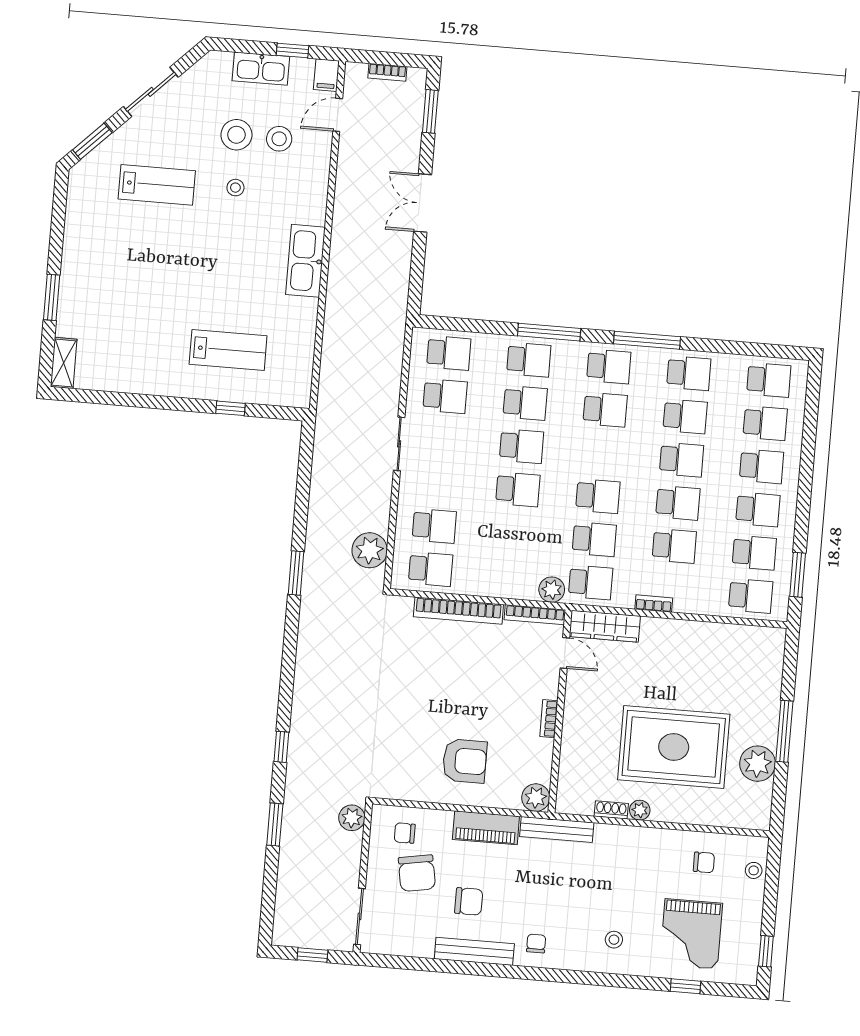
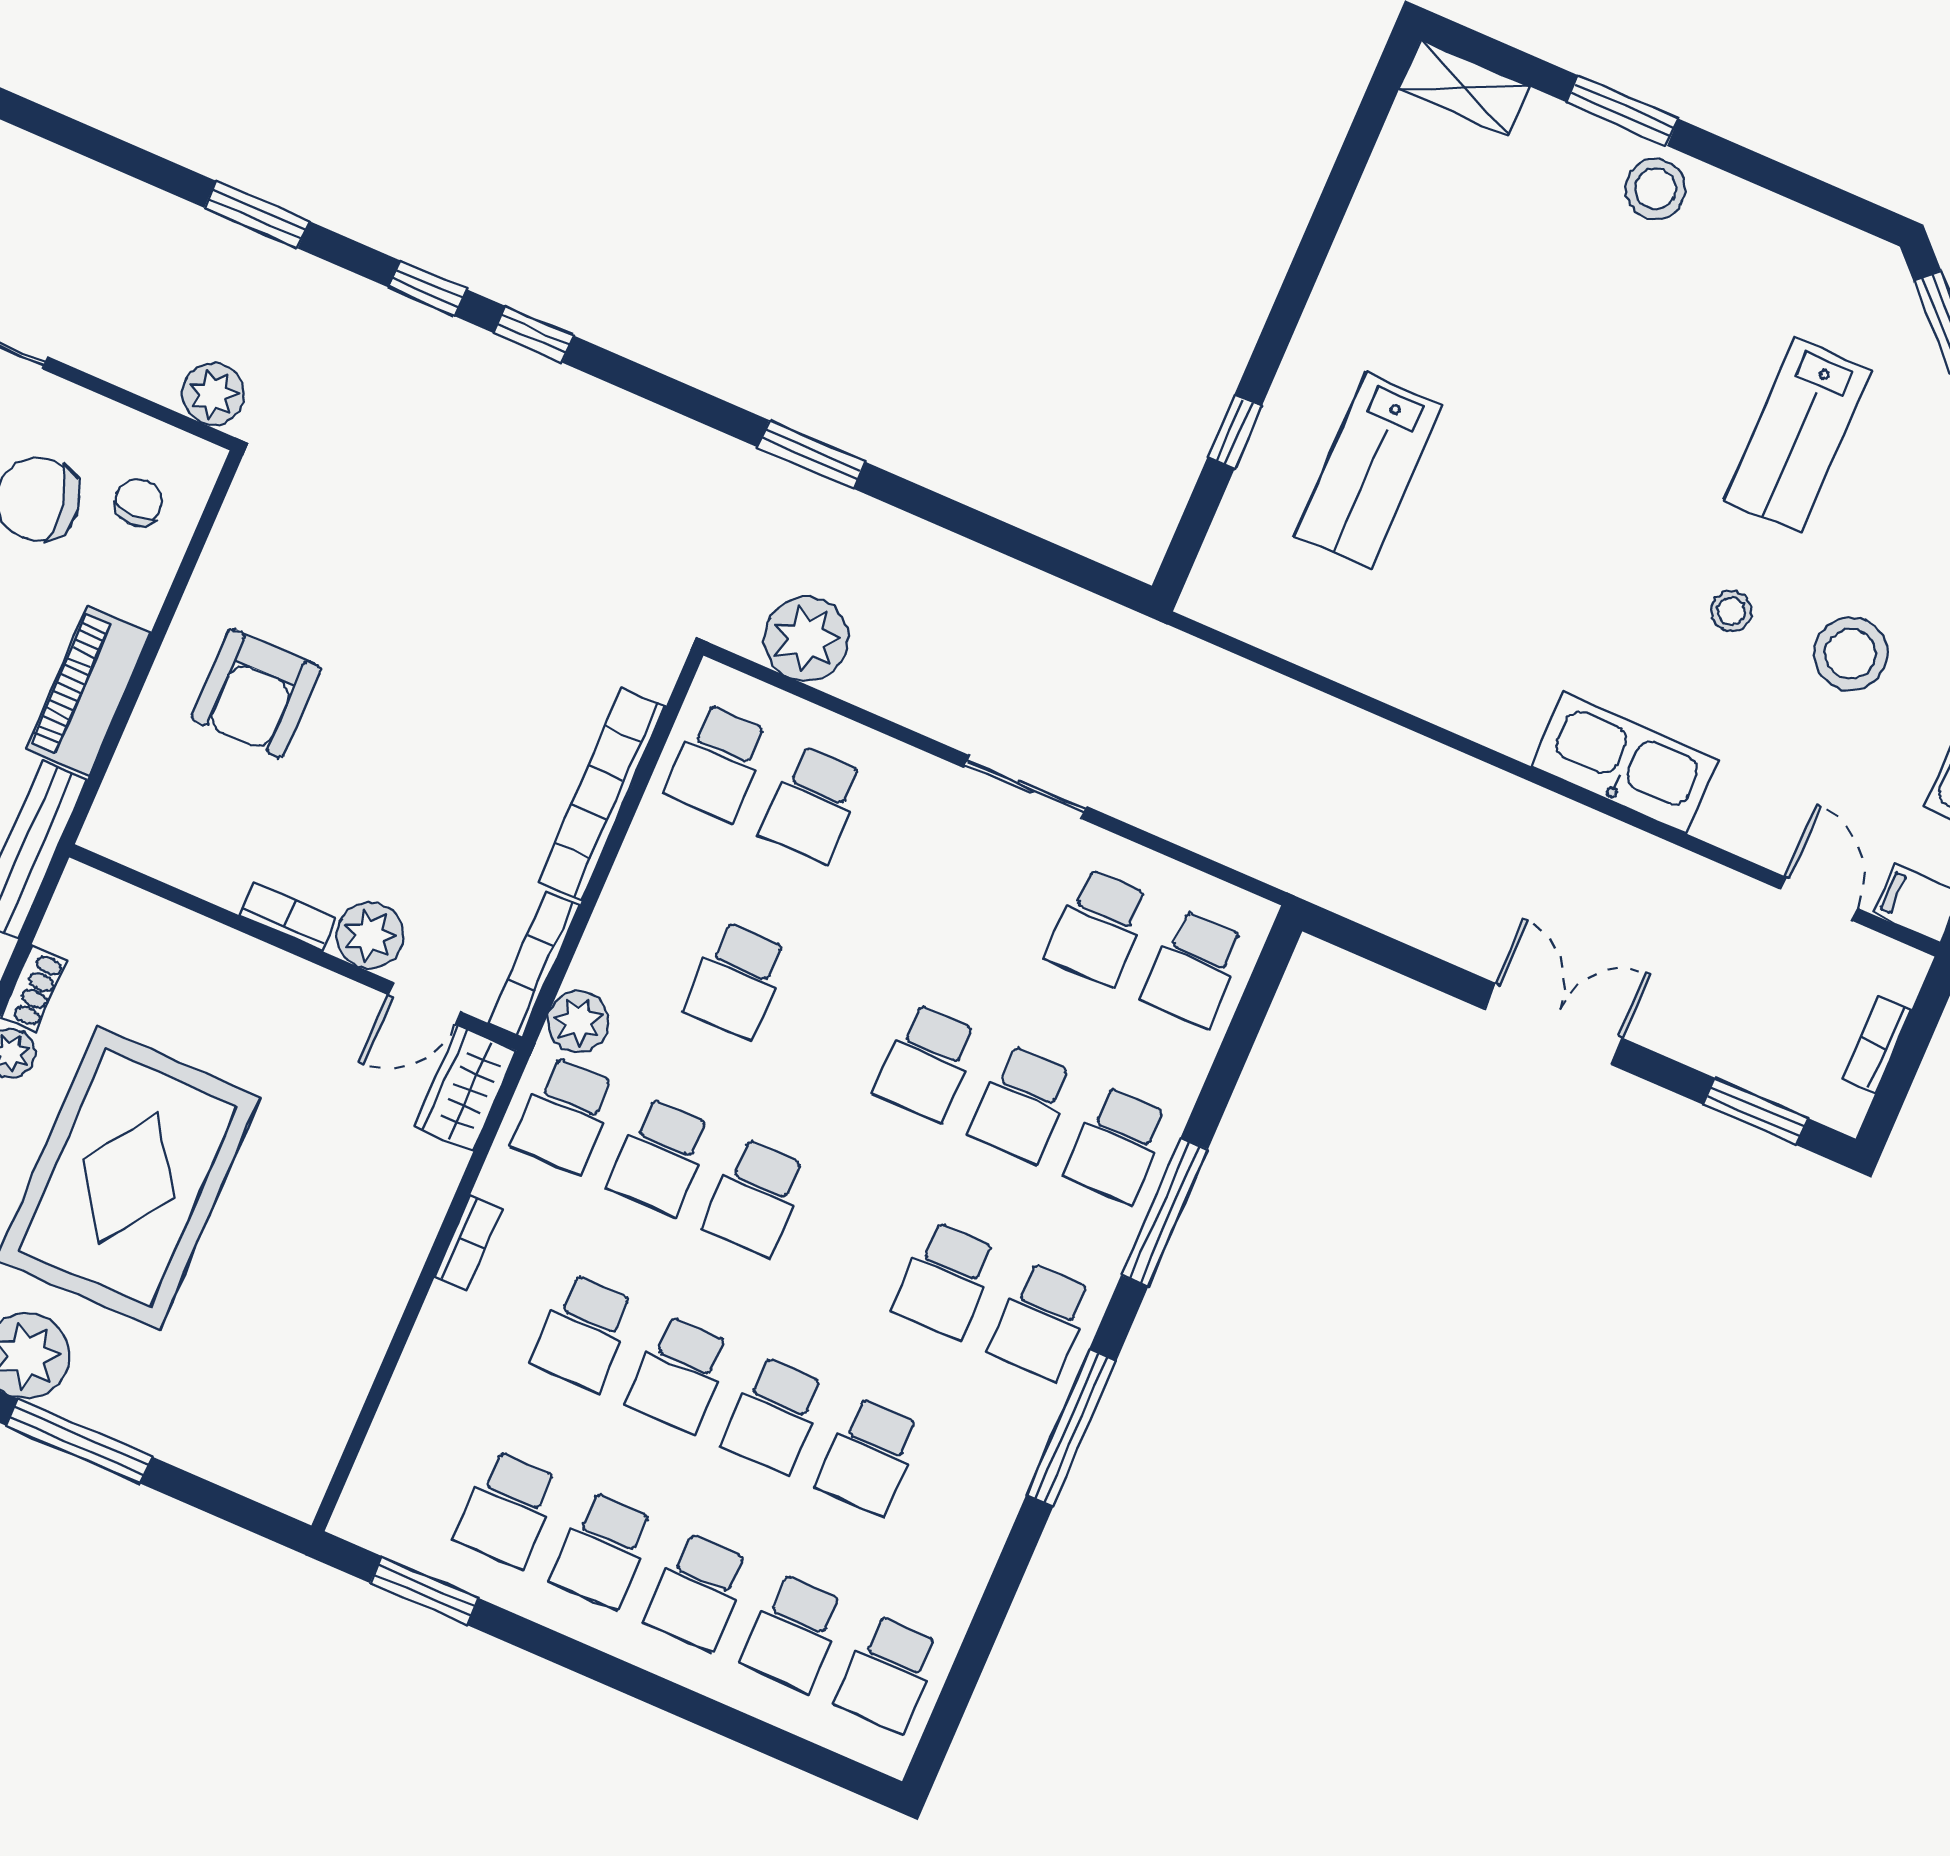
stool: (279, 139) -> (1655, 189), moved
kitchen sink: (305, 261) -> (1625, 763), moved
school desk: (689, 373) -> (965, 1498), removed
school desk: (518, 489) -> (736, 980), moved
school desk: (751, 596) -> (412, 1468), removed
wardrobe: (605, 626) -> (466, 1089), width x0.67
window: (285, 699) -> (534, 334), added
plant: (536, 798) -> (370, 936), moved

